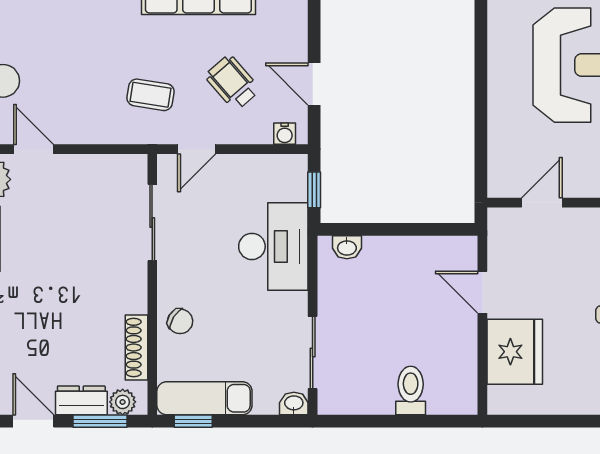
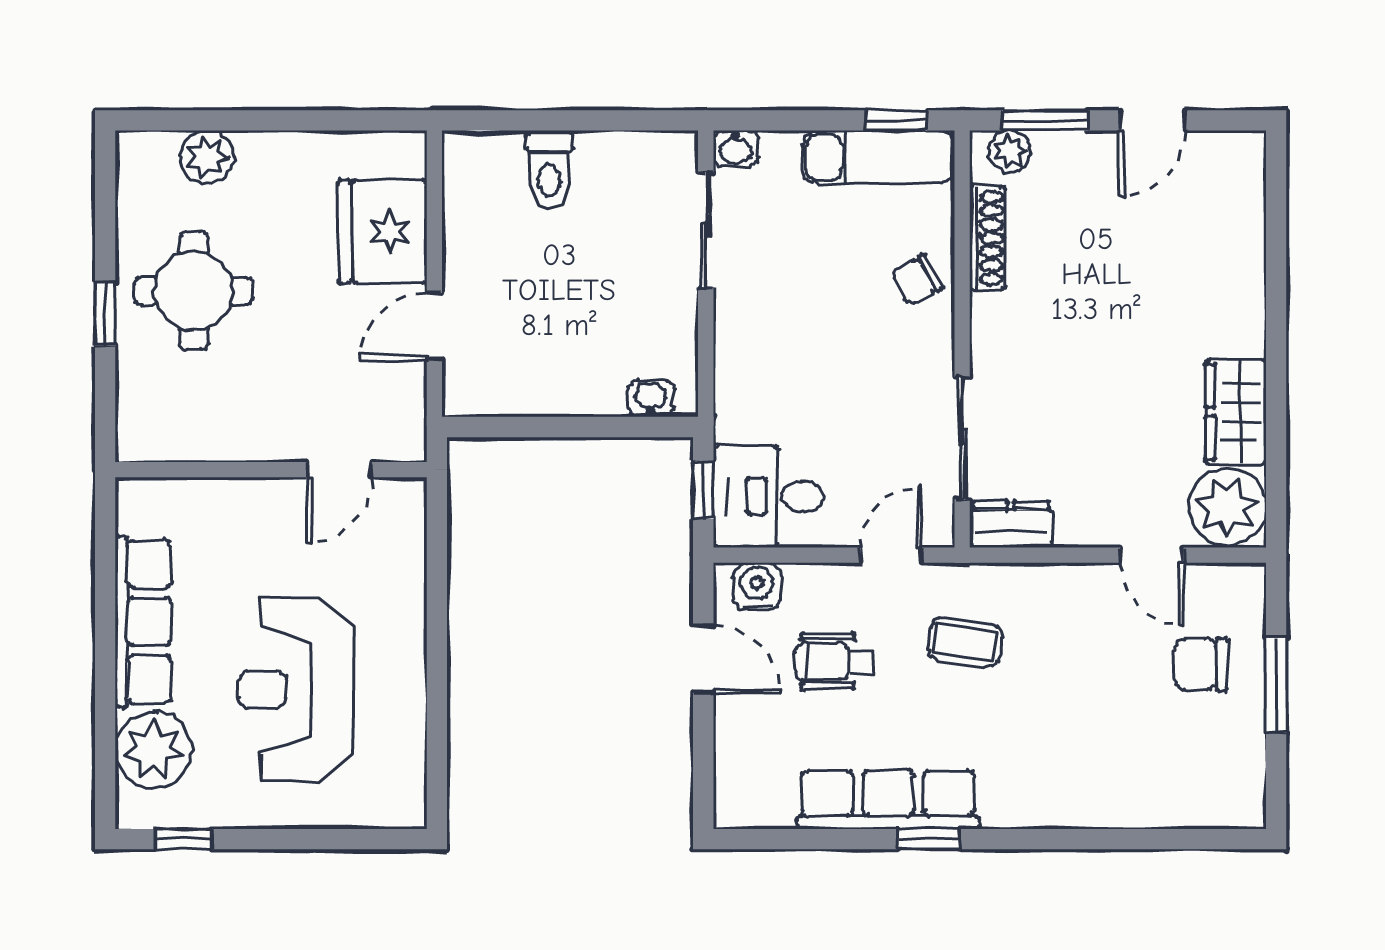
wheelchair: (233, 83) -> (834, 661), turned 131
water cooler: (285, 134) -> (757, 586), width x1.38, depth x1.38
desk: (273, 246) -> (768, 496), moved, width x0.73
door: (482, 292) -> (434, 327), swing flipped
chair: (180, 321) -> (917, 280), turned -60
dresser: (81, 400) -> (1011, 524), moved, turned 180
door: (33, 421) -> (1152, 120), hinge flipped

